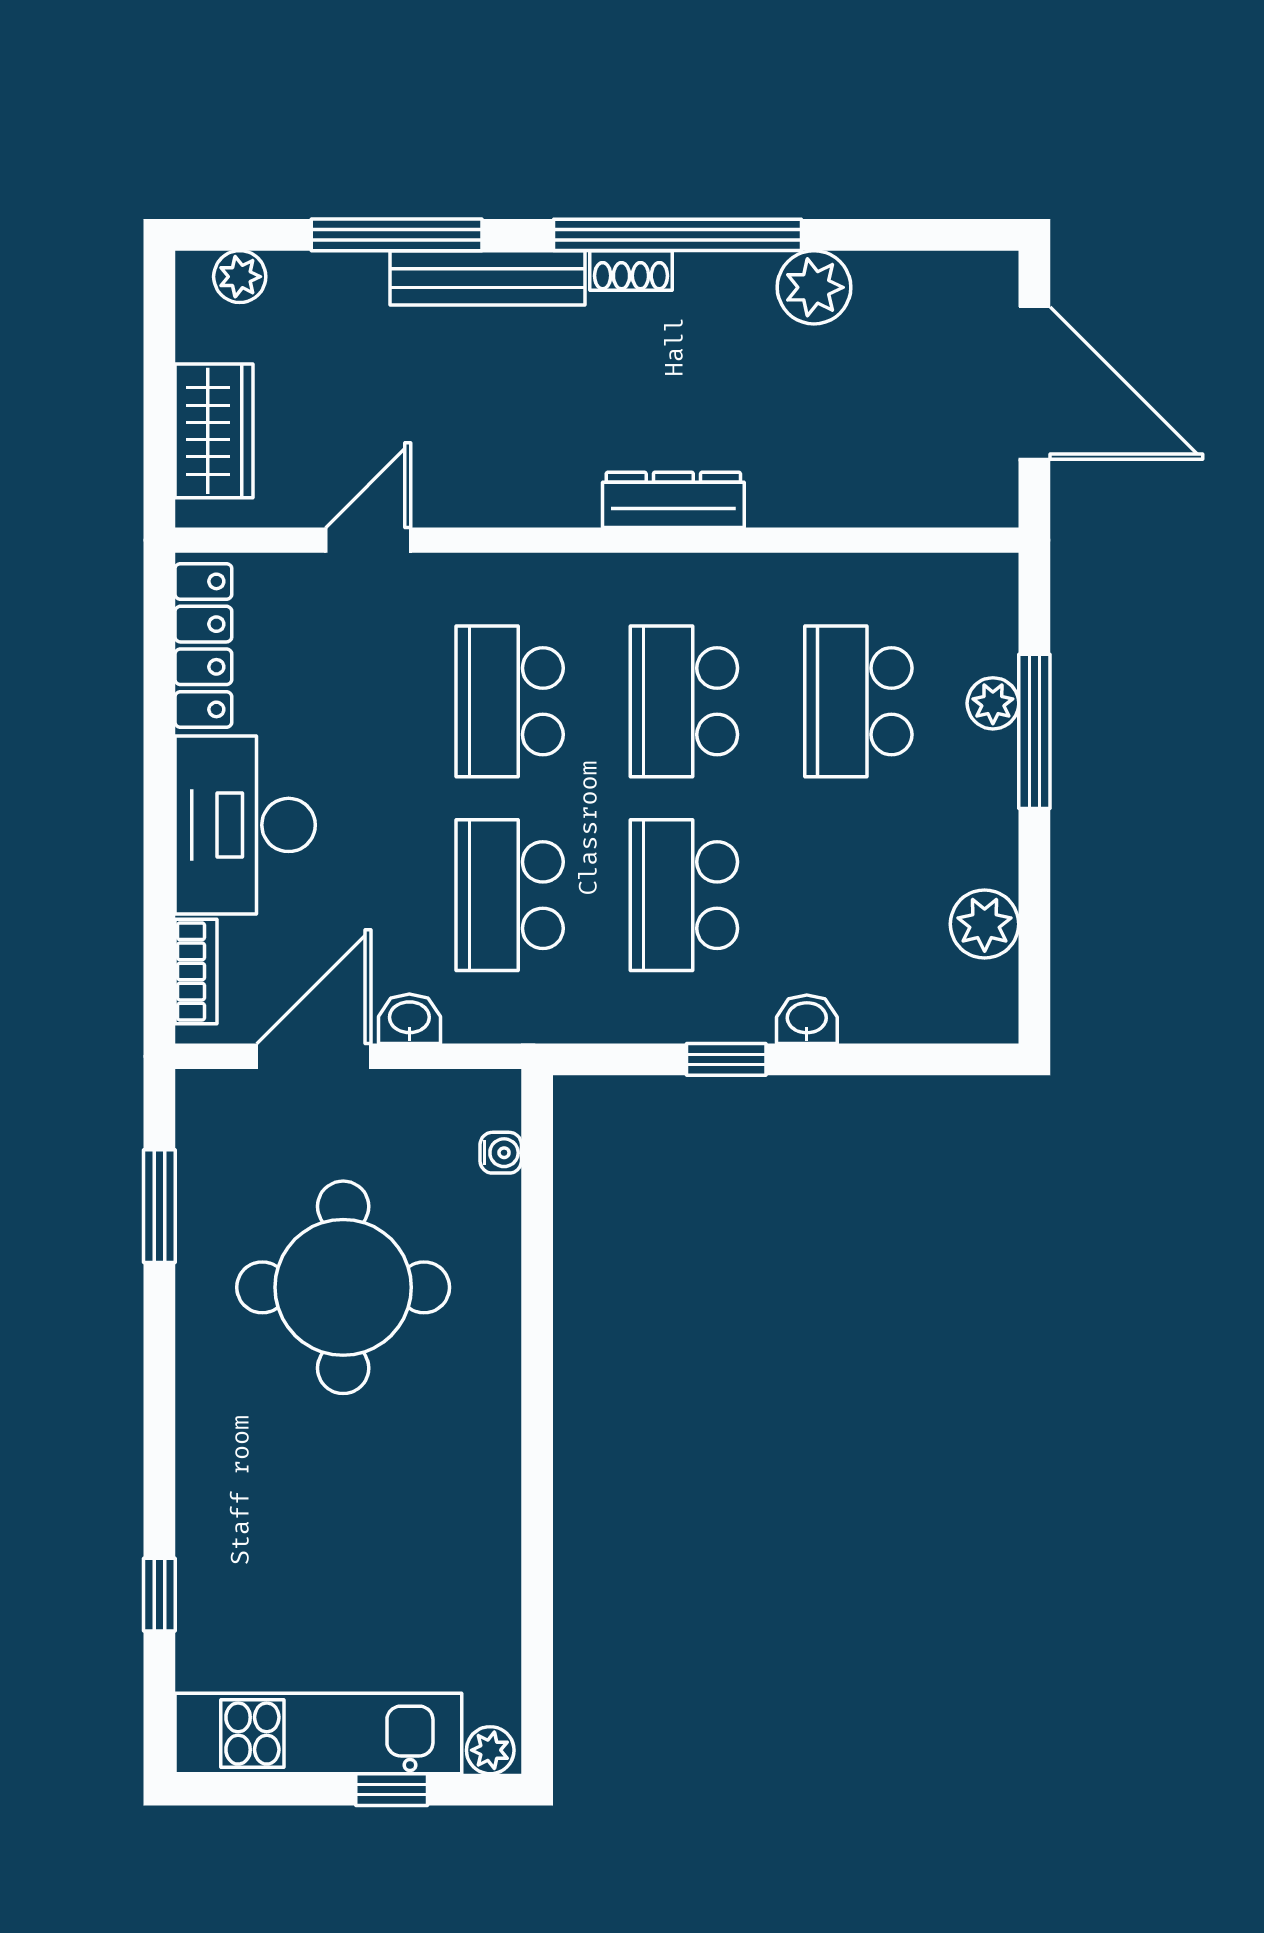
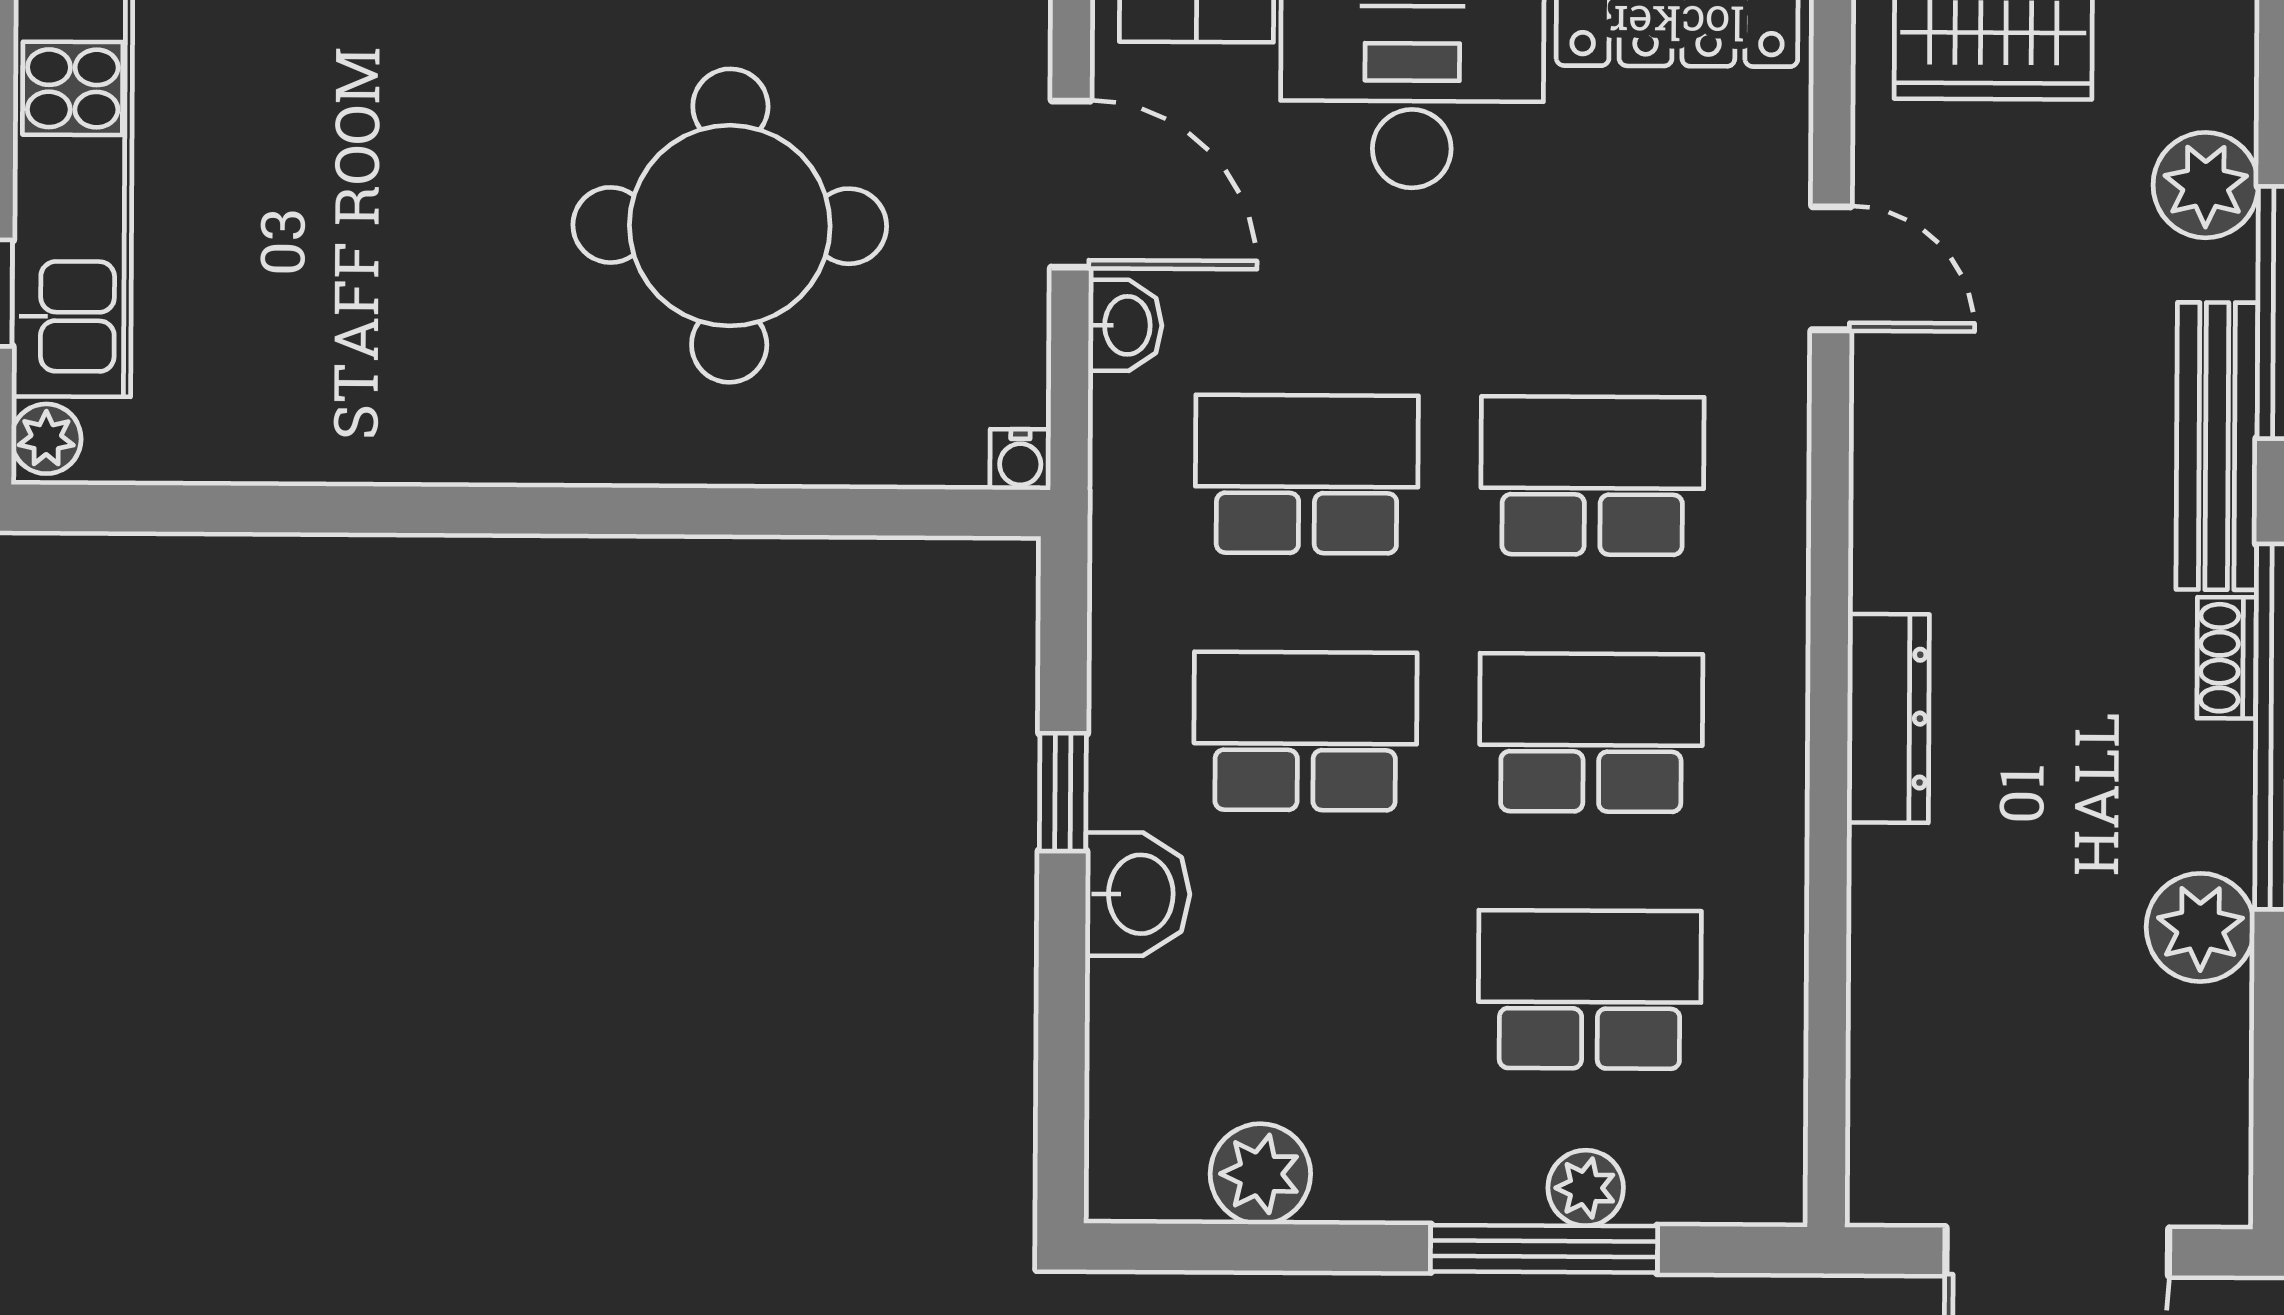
plant: (240, 277) -> (2206, 185), moved, width x1.38, depth x1.38
washbasin: (807, 1019) -> (1138, 894), width x1.38, depth x1.45
water cooler: (501, 1153) -> (1020, 459), moved

